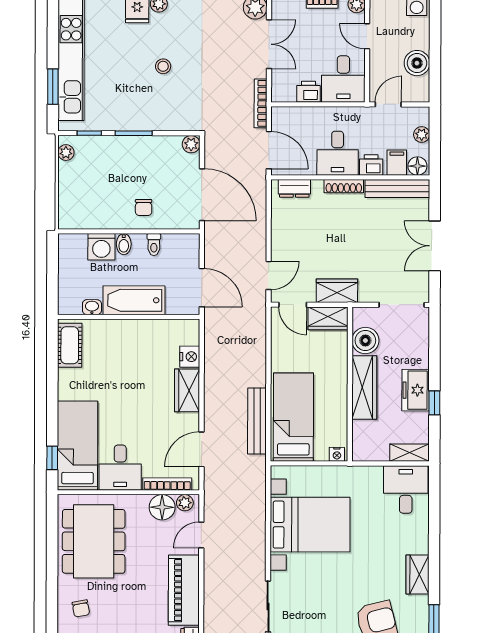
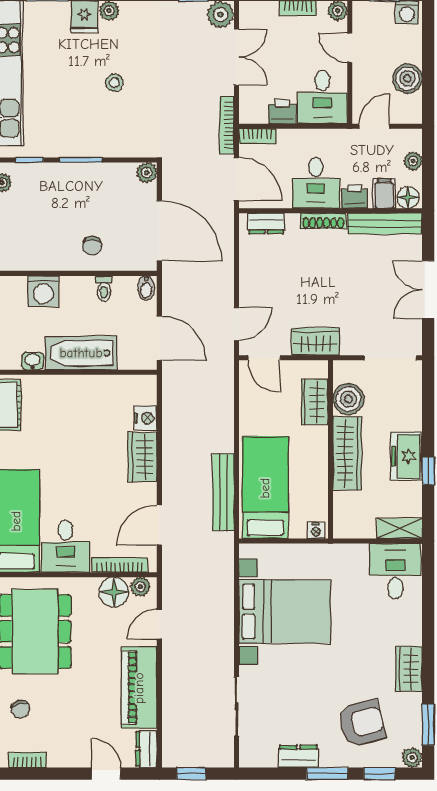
bookcase: (287, 113) -> (258, 136), added
bidet: (124, 244) -> (146, 288), moved
wardrobe: (328, 318) -> (315, 402), moved, turned 90

